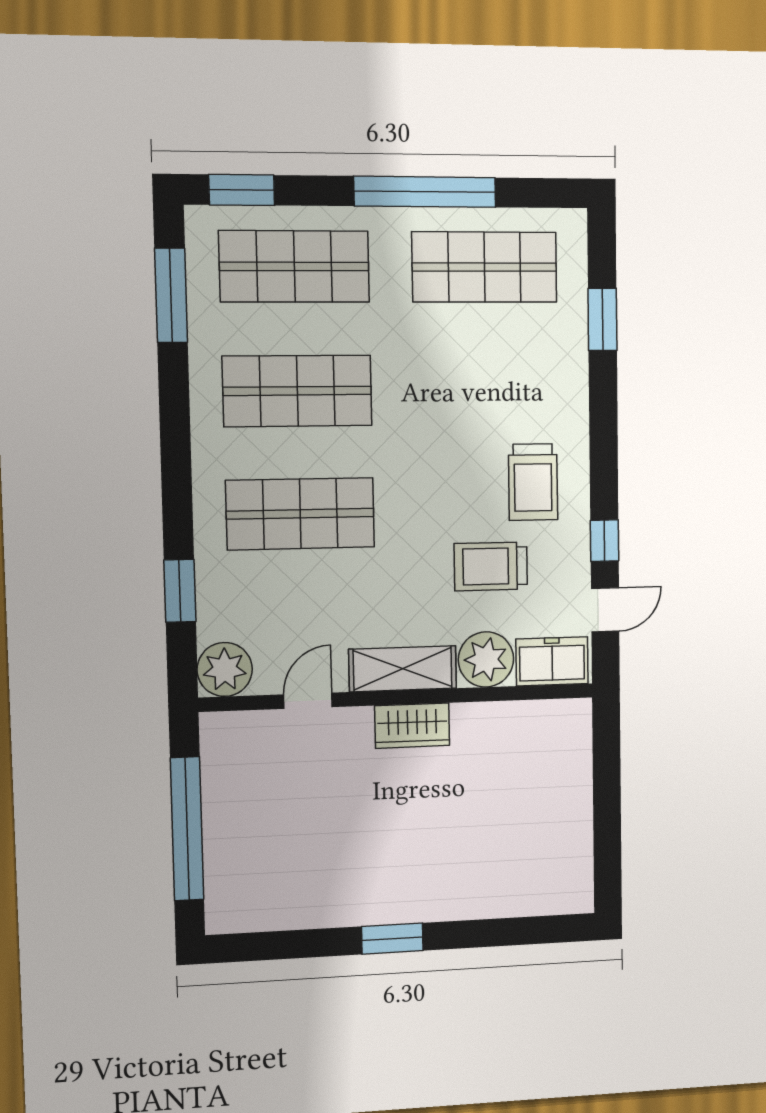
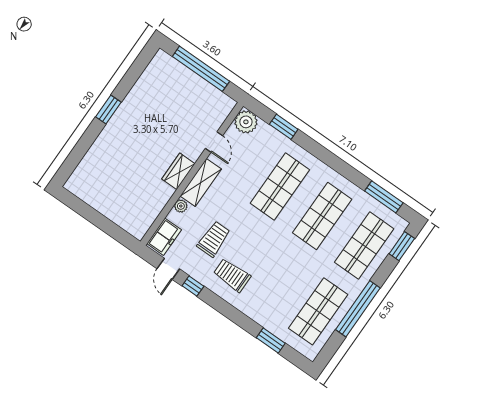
plant: (486, 659) -> (181, 206), width x0.53, depth x0.53

